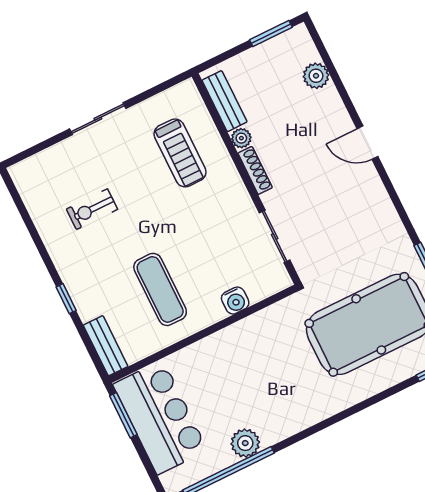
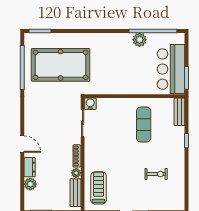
dresser: (333, 107) -> (30, 167), added
treadmill: (180, 153) -> (99, 188), moved
water cooler: (235, 301) -> (90, 104), moved

